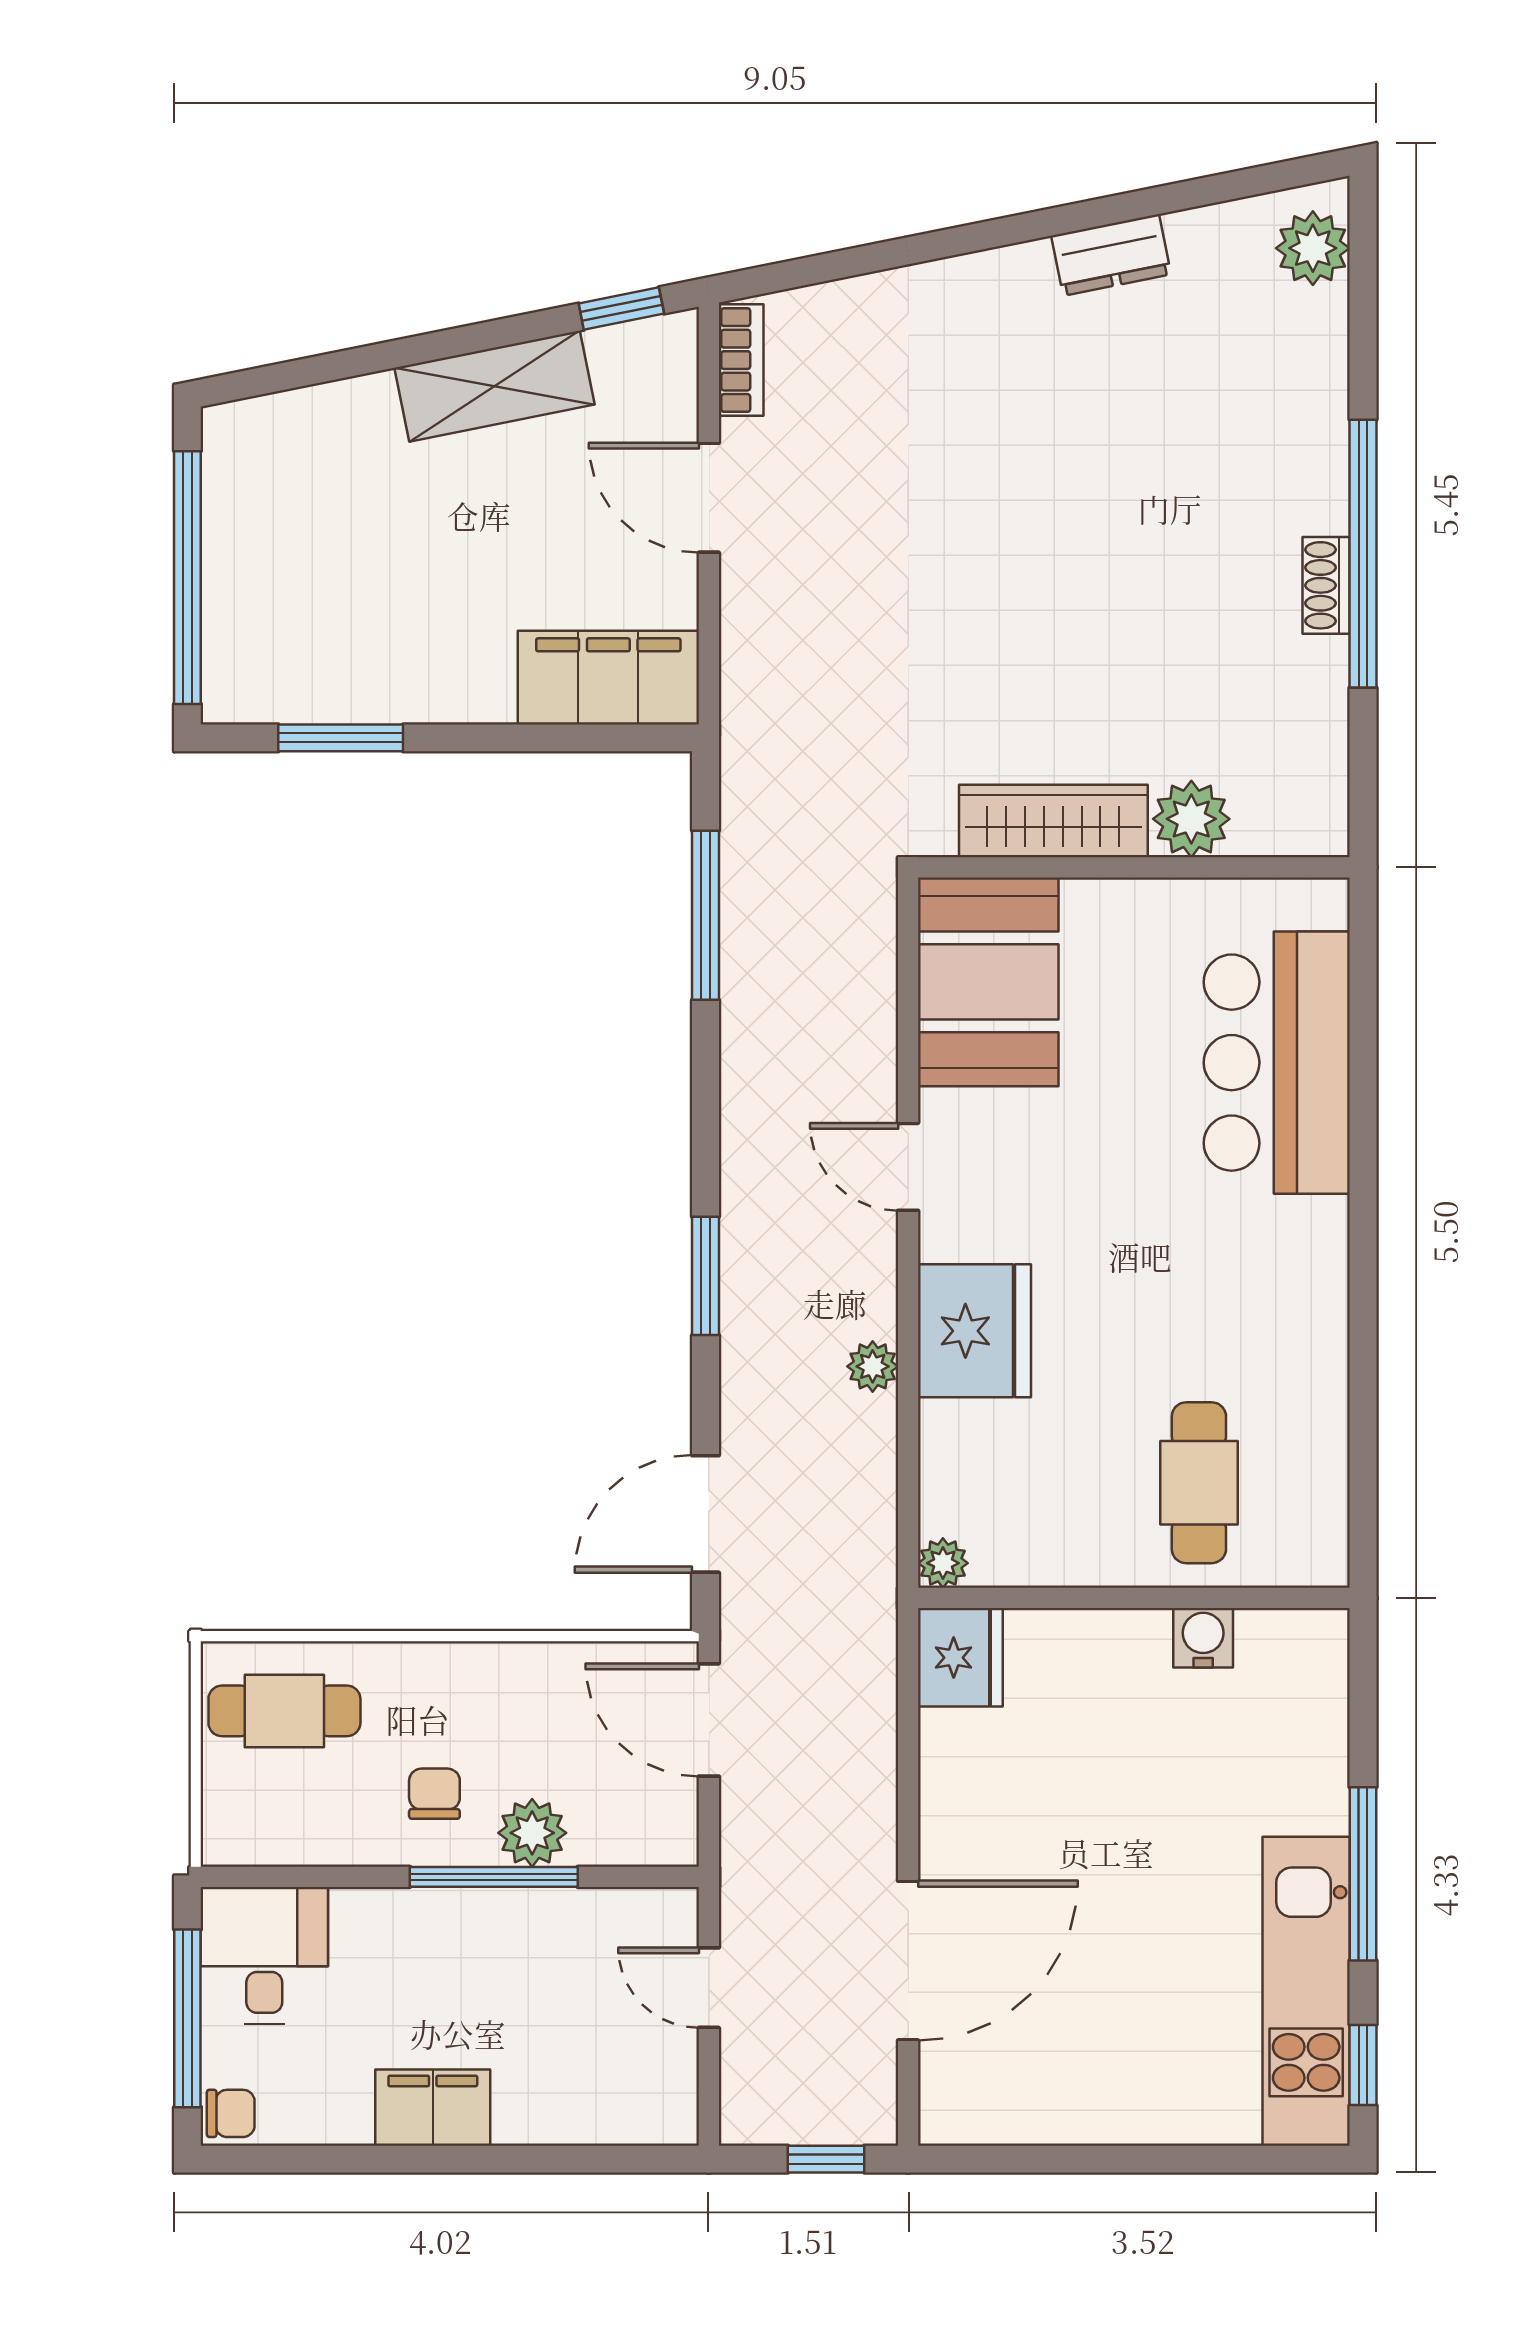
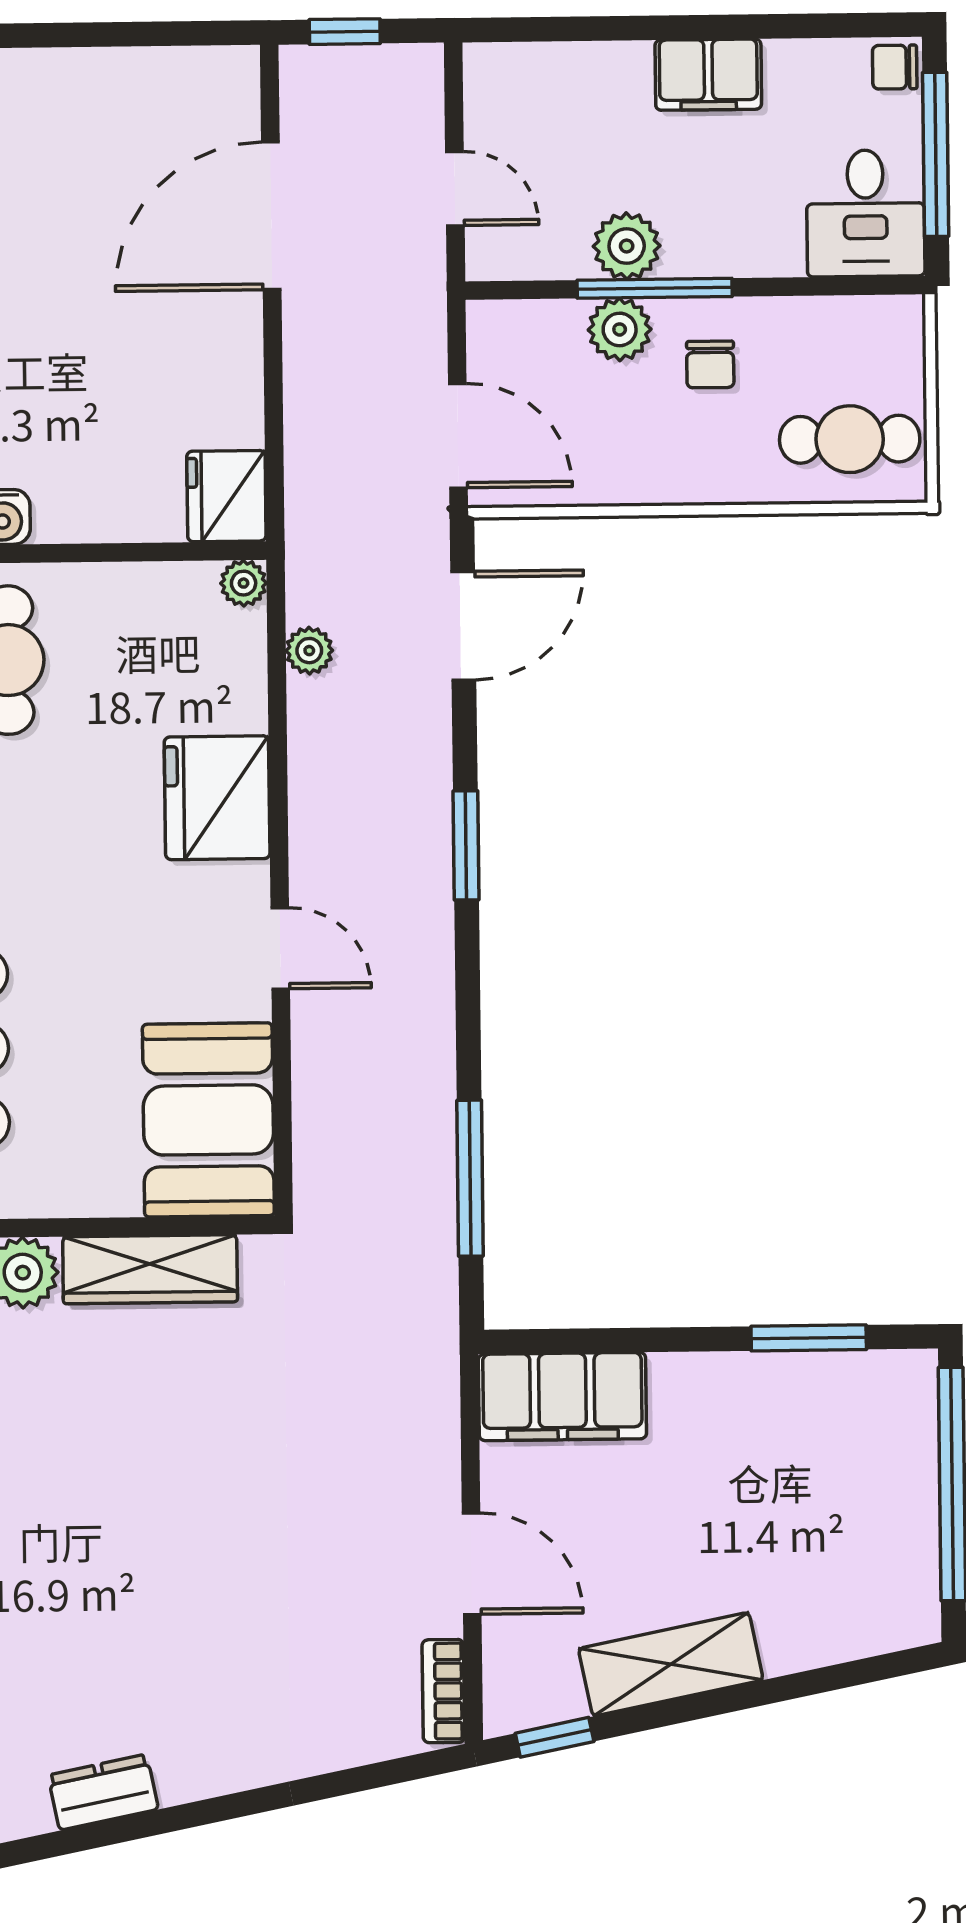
plant: (873, 1366) -> (309, 651), moved
plant: (524, 1923) -> (627, 246), added

